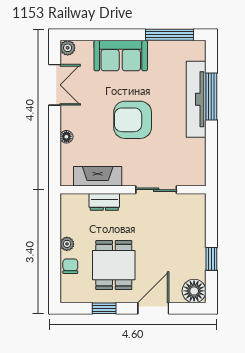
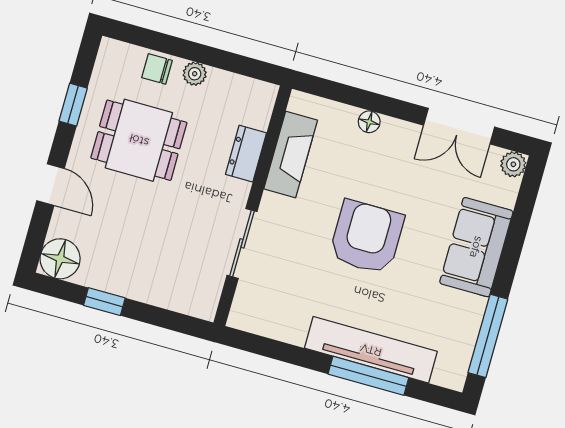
chair: (70, 266) -> (157, 69), turned 180
door: (153, 308) -> (51, 185), width x0.73

